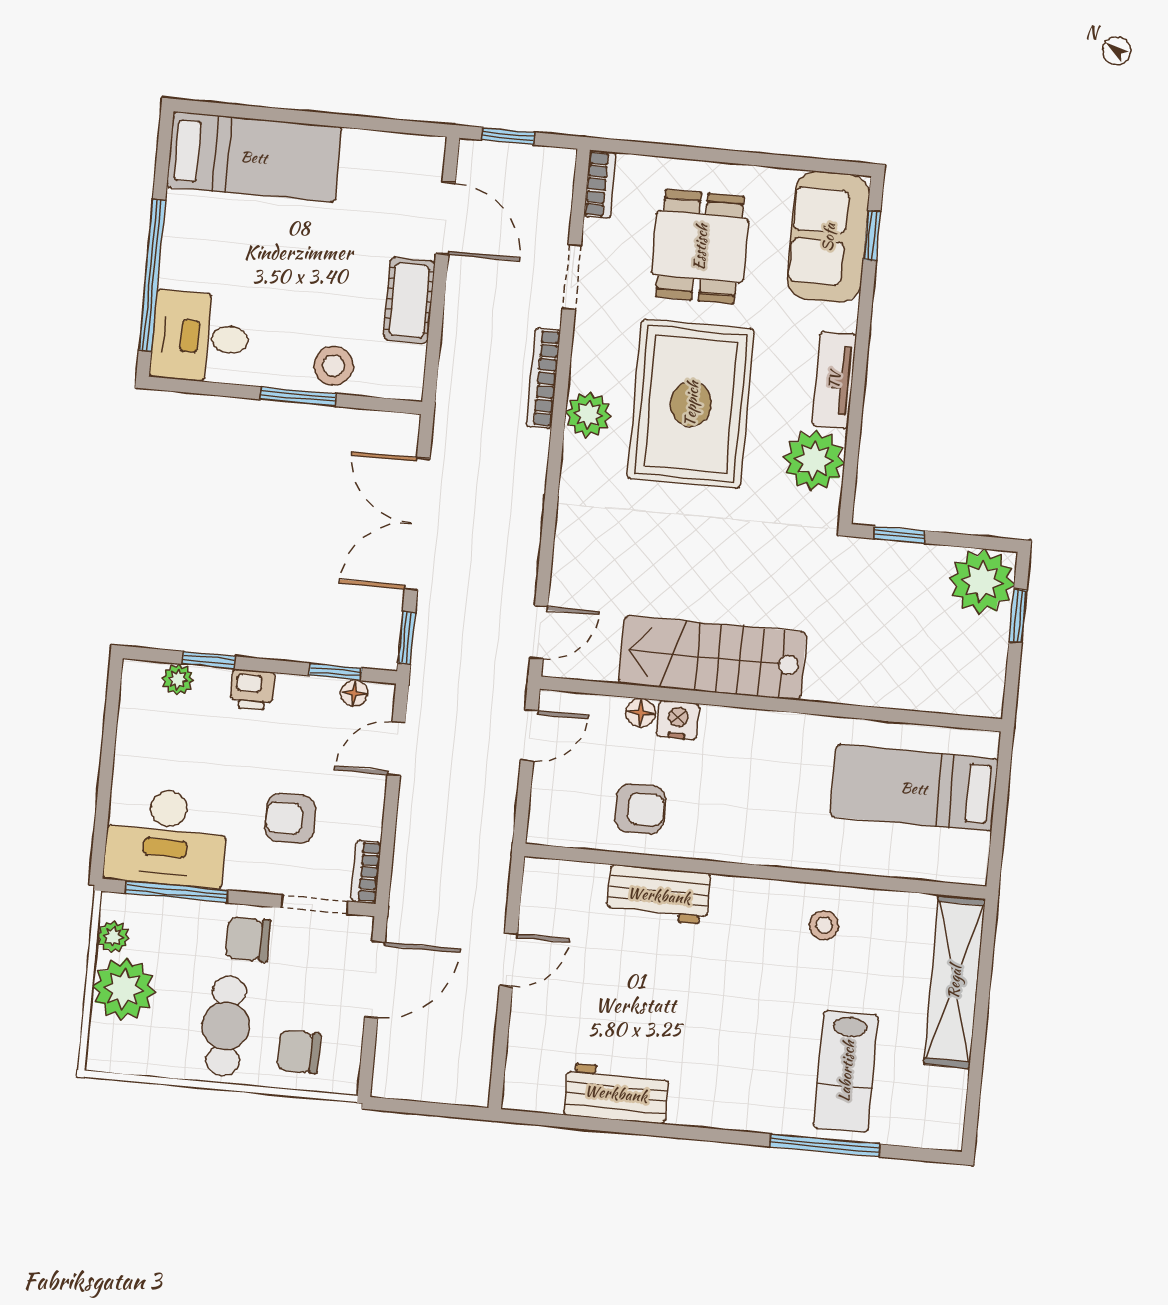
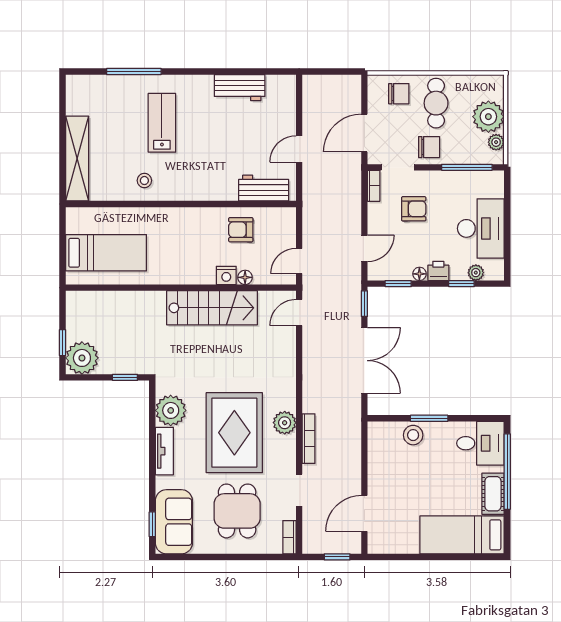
door: (445, 218) -> (364, 513), hinge flipped
cot: (409, 300) -> (493, 494), moved
floor lamp: (354, 693) -> (419, 274), moved
desk: (166, 837) -> (481, 228), moved, turned 90
workbench: (659, 895) -> (264, 188), moved
lab bench: (846, 1071) -> (162, 123), moved

